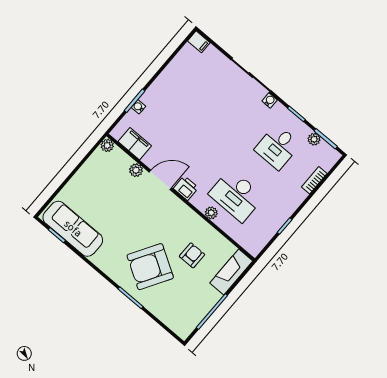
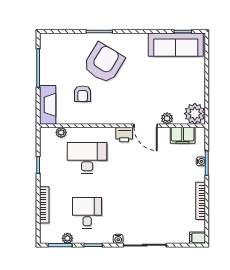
bookcase: (168, 72) -> (201, 201), added
plant: (107, 145) -> (195, 114), width x1.87, depth x1.87
door: (160, 180) -> (146, 126), hinge flipped
bookcase: (314, 180) -> (44, 205), width x1.56
plant: (211, 213) -> (61, 132), moved

